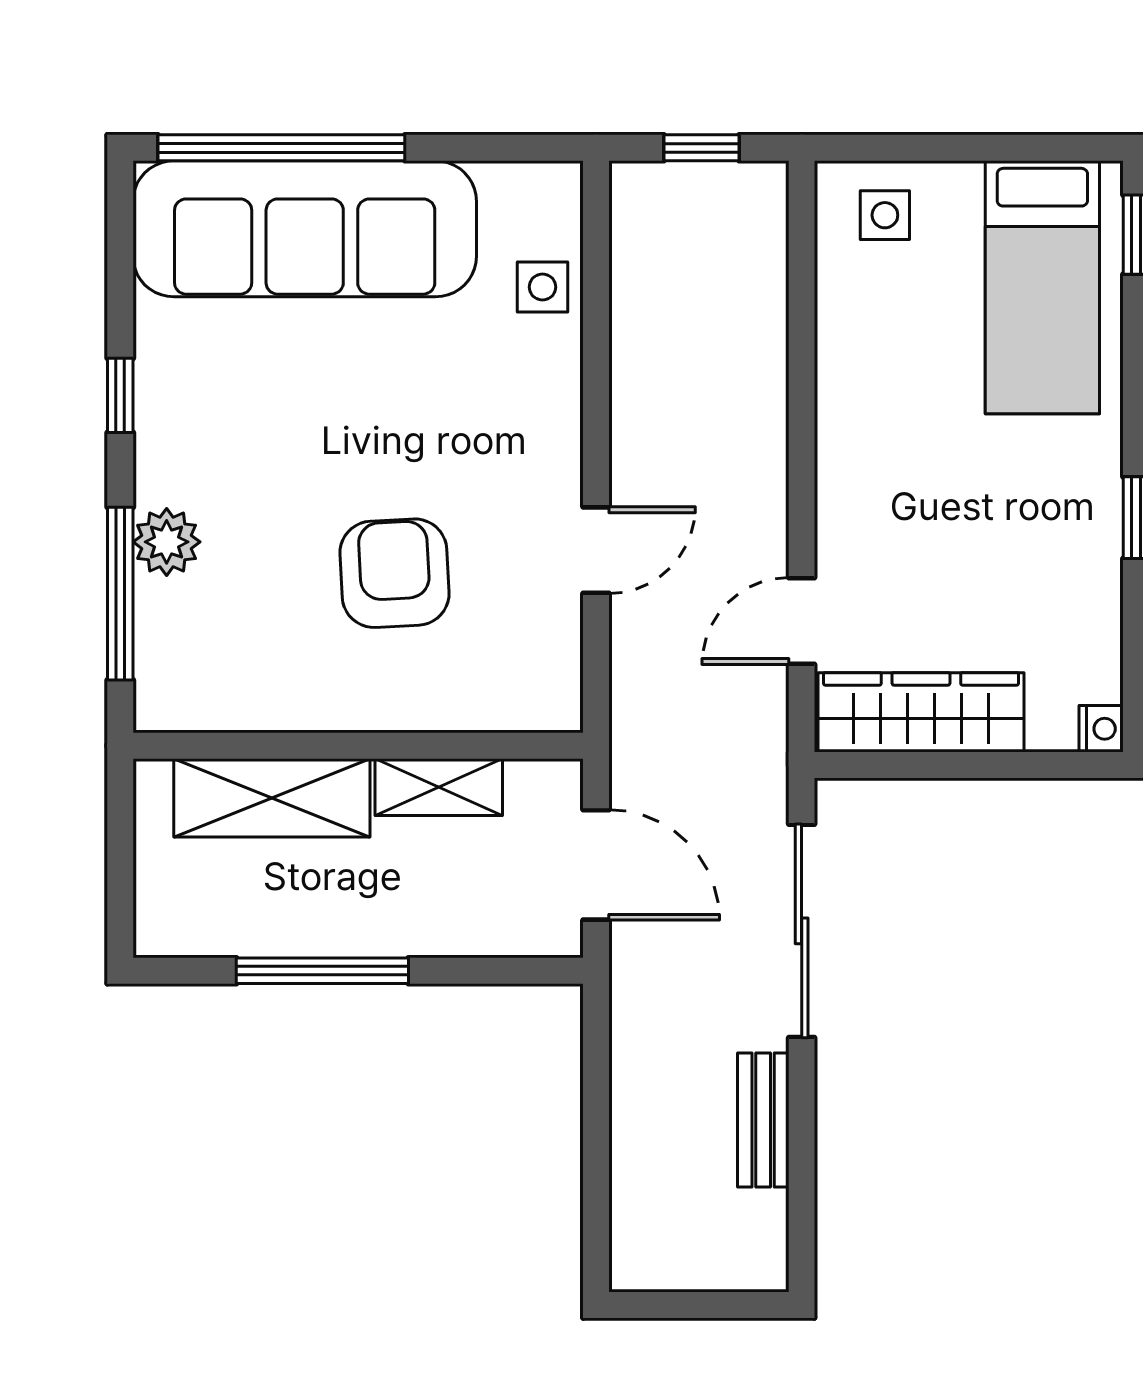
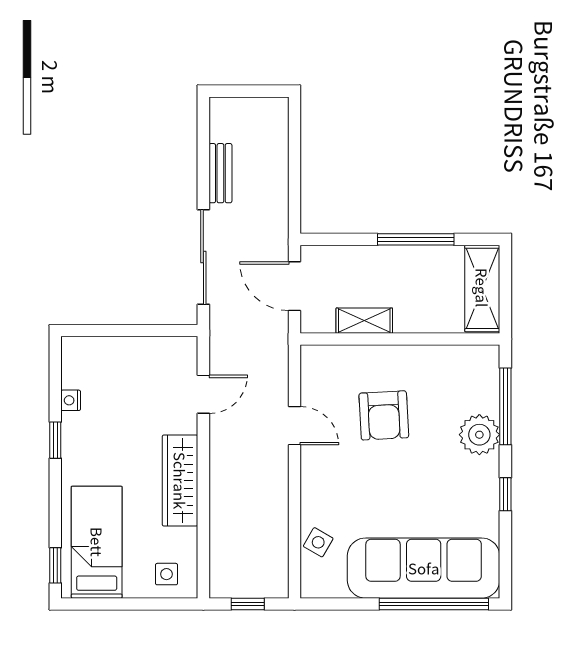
side table: (543, 287) -> (318, 542), turned 30
plant: (167, 542) -> (479, 435), width x1.36, depth x1.36
door: (596, 550) -> (295, 426), swing flipped
wardrobe: (921, 712) -> (180, 481), moved, turned 90
nightstand: (1101, 729) -> (71, 400), moved
shelving: (272, 798) -> (482, 288), moved, turned 90

